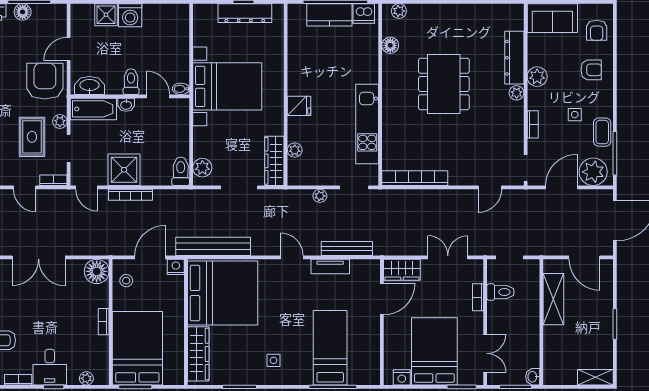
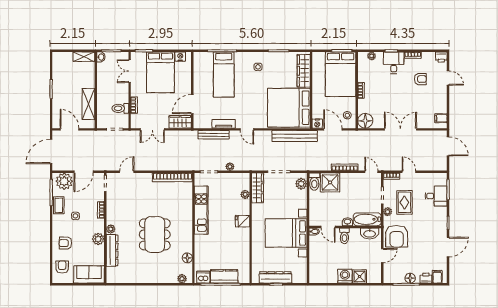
shower: (124, 170) -> (330, 182), moved
door: (150, 257) -> (333, 129), swing flipped
shelving: (595, 377) -> (84, 57), moved

